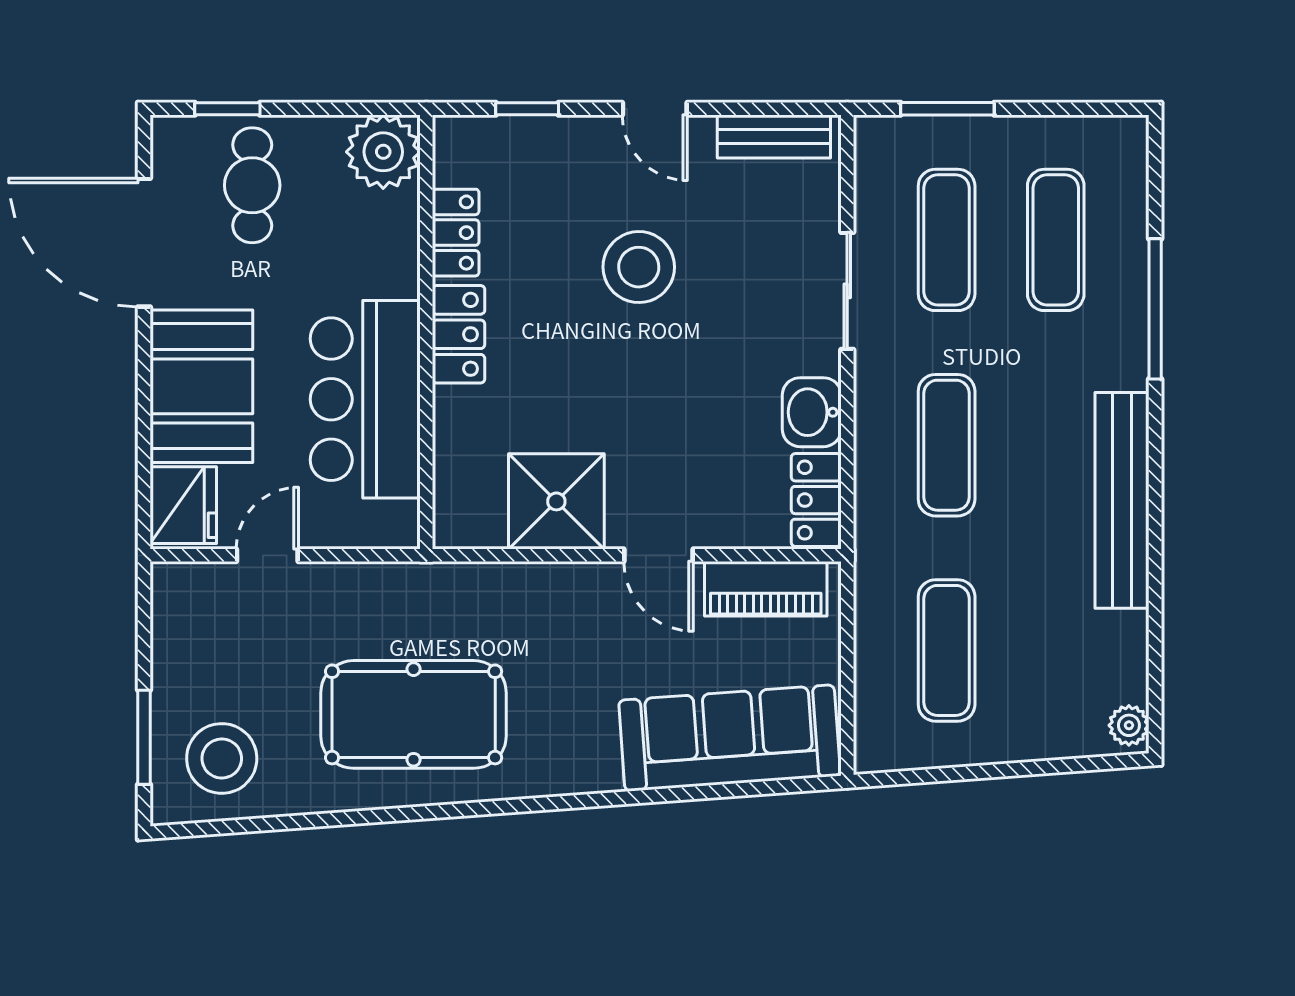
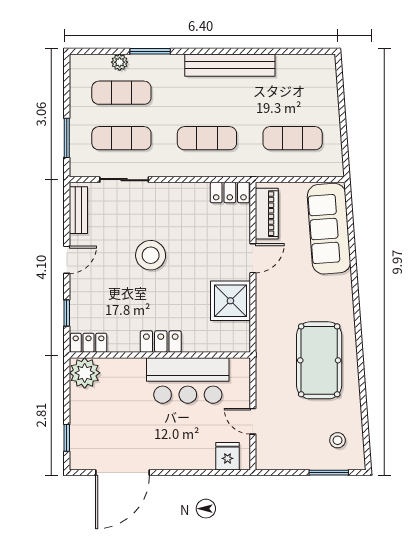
cafe table: (252, 185) -> (99, 428), removed
locker: (456, 233) -> (89, 343), moved
stool: (639, 267) -> (151, 255), moved
sliding door: (847, 291) -> (124, 180), moved
window: (1155, 309) -> (150, 51), width x0.69
booth: (201, 386) -> (182, 449), removed
washbasin: (812, 412) -> (193, 194), removed
fridge: (183, 505) -> (228, 456), width x0.72
plant: (1129, 725) -> (120, 62), moved
stool: (222, 758) -> (338, 440), width x0.53, depth x0.53

